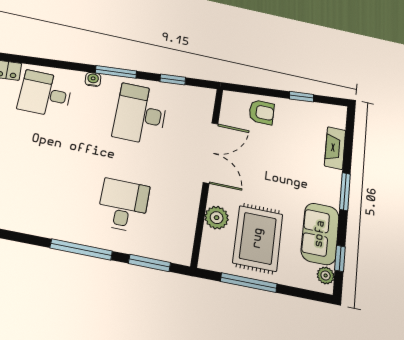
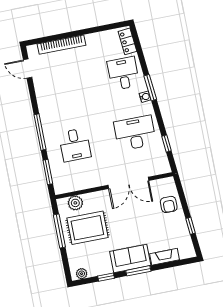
window: (116, 72) -> (150, 88), moved
desk: (123, 205) -> (75, 145), turned 90
plant: (217, 218) -> (75, 203), moved
sofa: (320, 234) -> (130, 258), moved
window: (340, 258) -> (106, 277), moved

